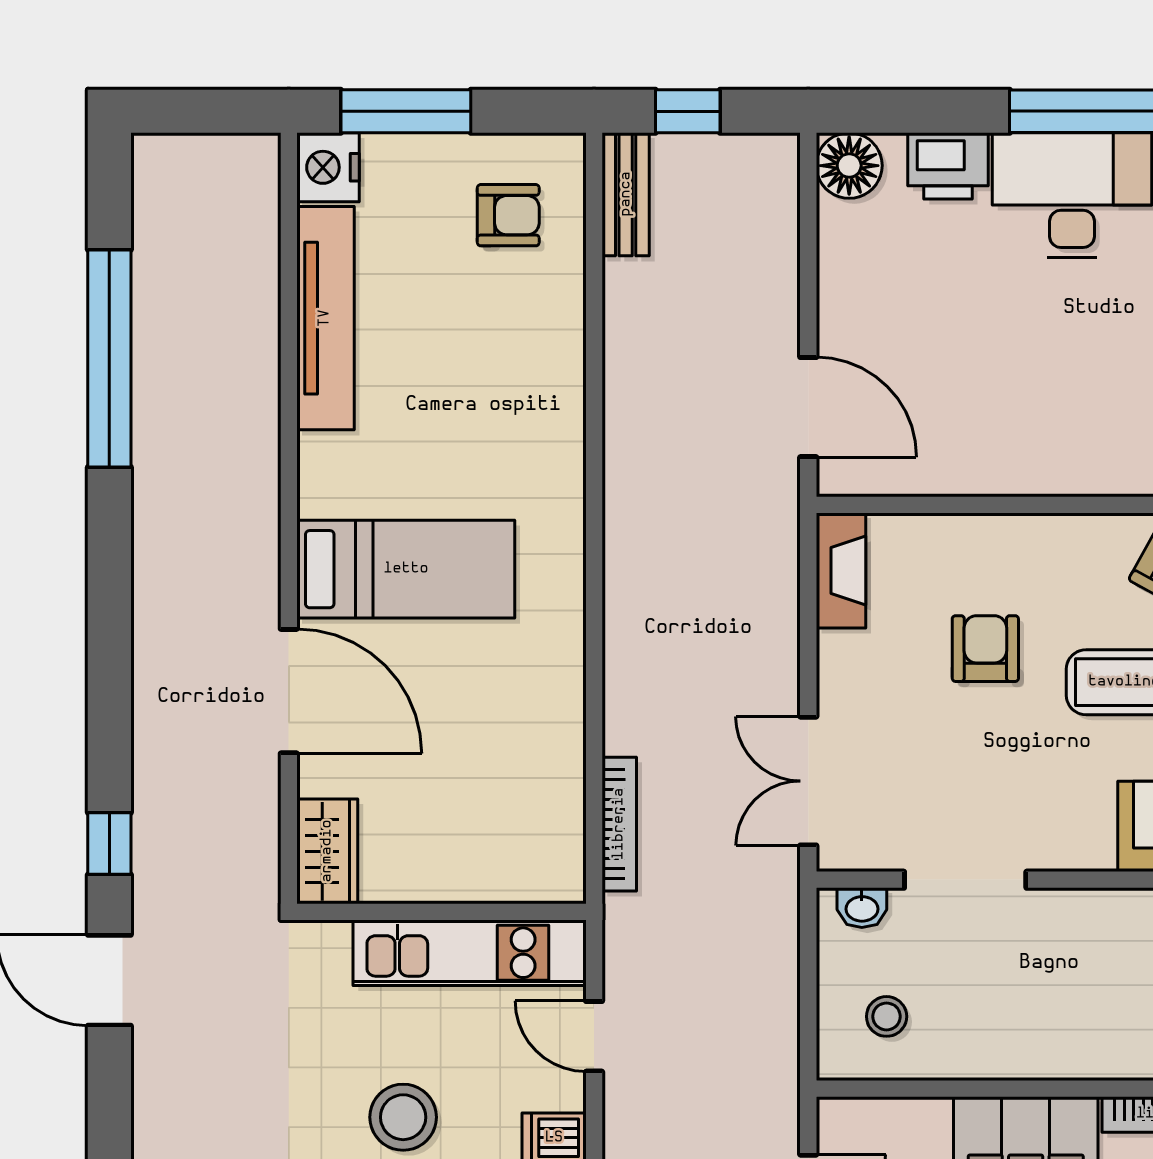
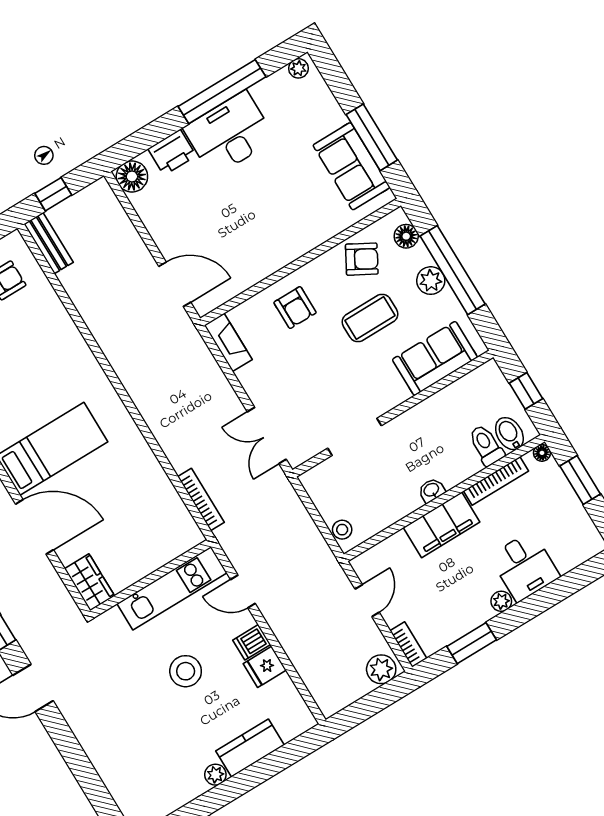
armchair: (985, 649) -> (295, 308), moved, turned 180
washbasin: (862, 908) -> (432, 490), moved, turned 180
stool: (887, 1016) -> (342, 530), moved

